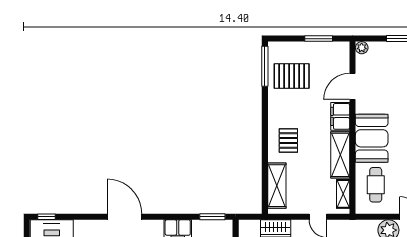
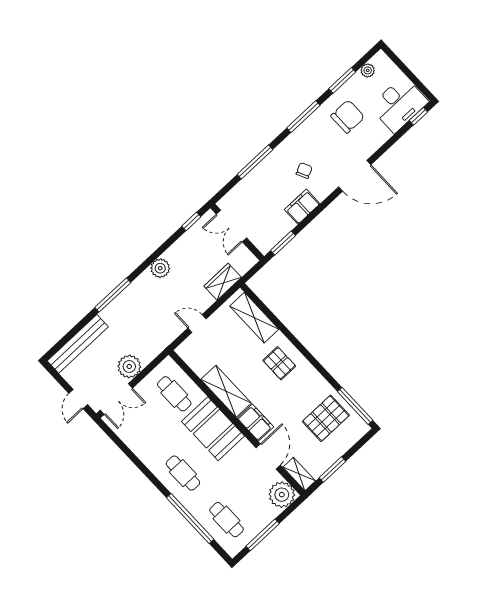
plant: (362, 48) -> (282, 495), width x1.87, depth x1.87
shelving: (343, 194) -> (299, 474), moved

